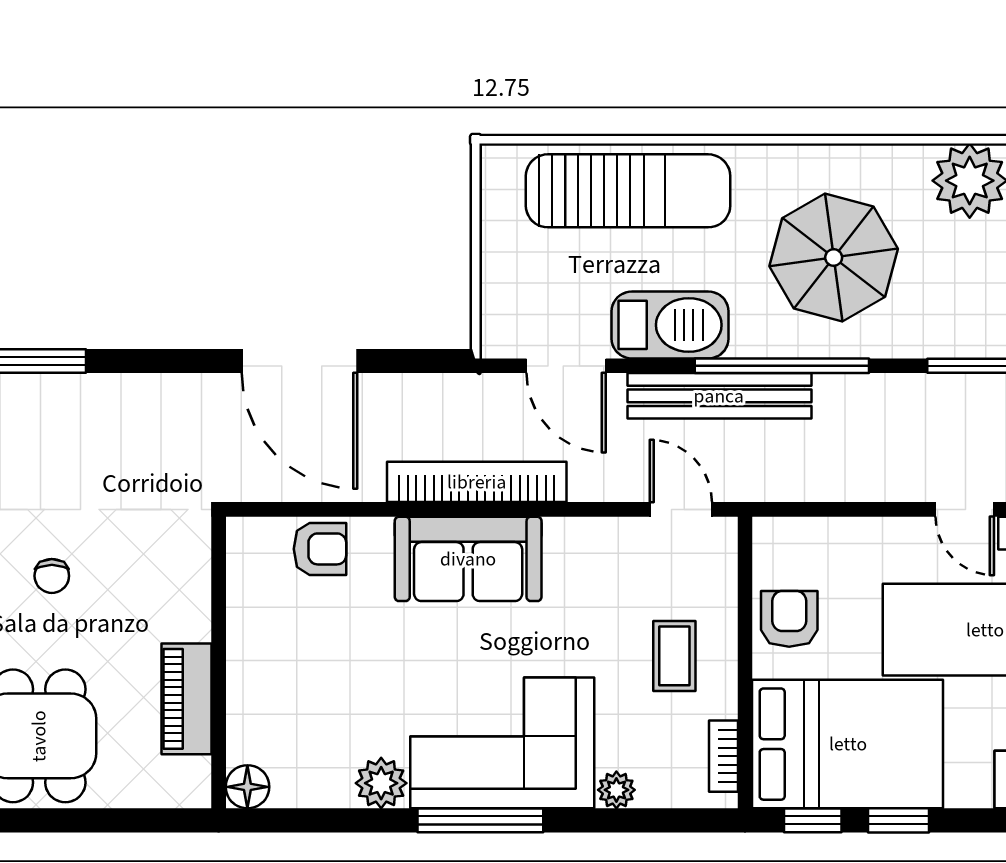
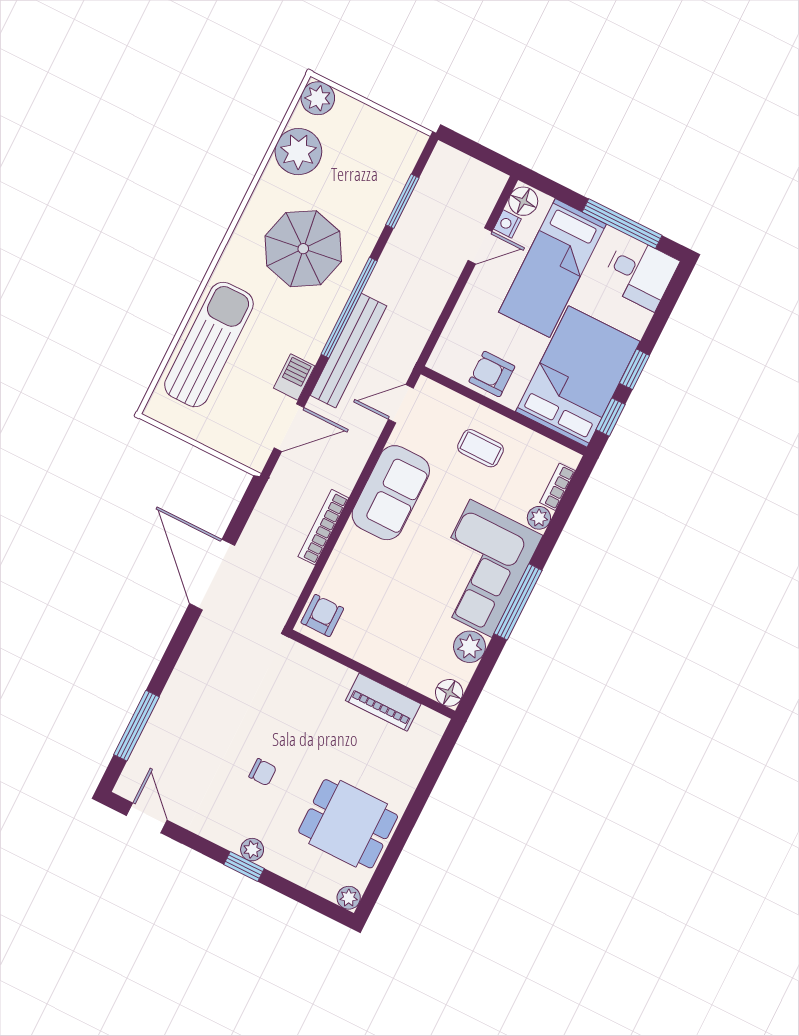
barbecue: (670, 325) -> (294, 377), width x0.53, depth x0.65
door: (300, 361) -> (212, 575), swing flipped
bookcase: (477, 482) -> (323, 527), width x0.68, depth x0.76
sofa: (468, 559) -> (391, 493), moved
wall: (219, 663) -> (372, 674), moved
piano: (187, 699) -> (383, 702), moved
bookcase: (724, 756) -> (557, 487), moved, turned 90
floor lamp: (247, 787) -> (449, 693), moved

